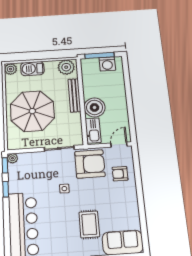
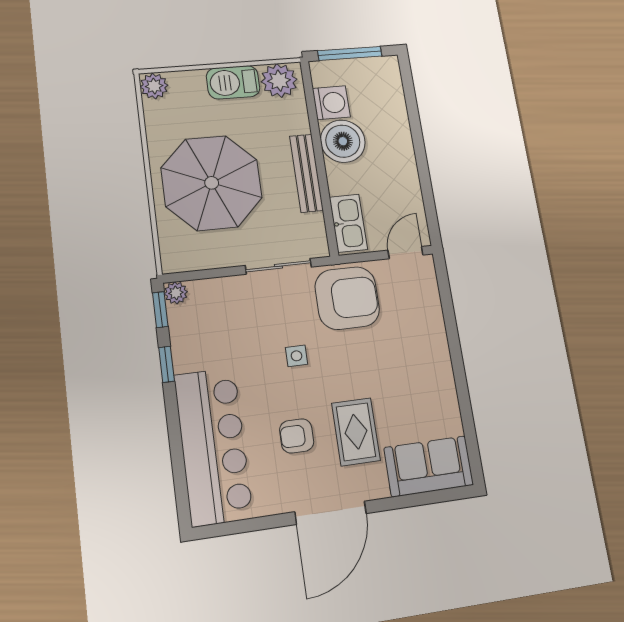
washing machine: (107, 64) -> (331, 103), moved, turned -90
barbecue: (32, 69) -> (233, 82), moved
bench: (74, 95) -> (306, 173), moved
boiler: (94, 107) -> (343, 141), moved
armchair: (120, 174) -> (297, 436), moved

